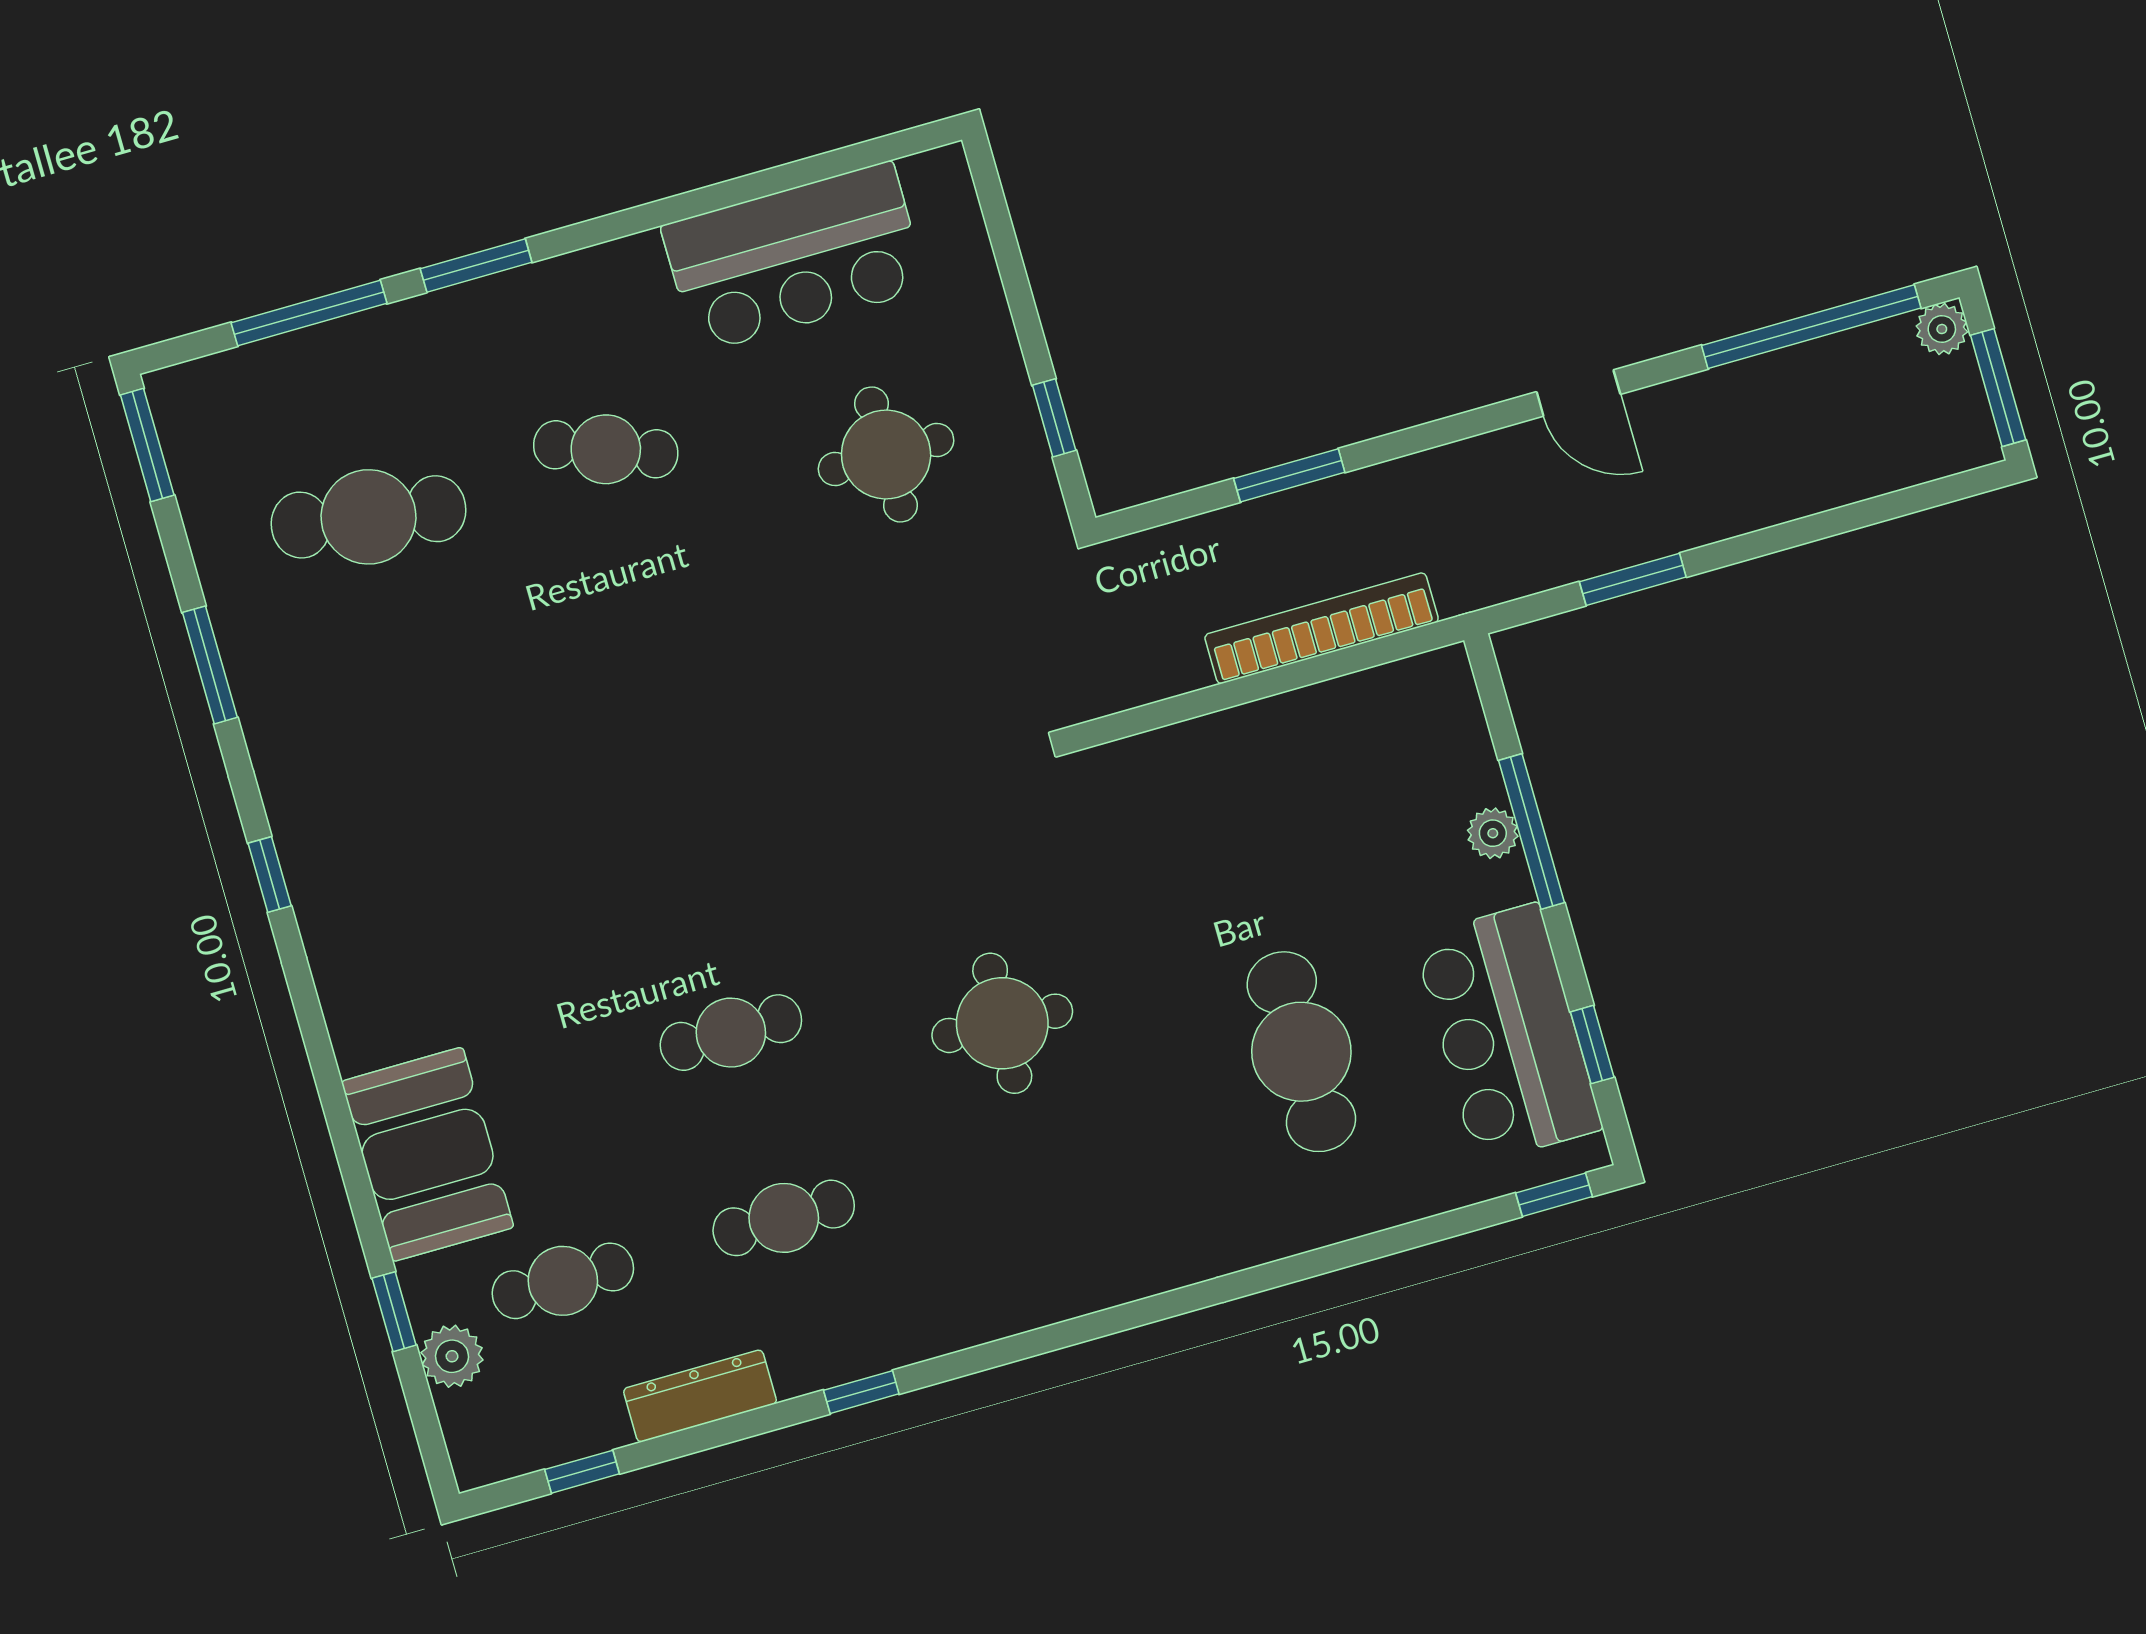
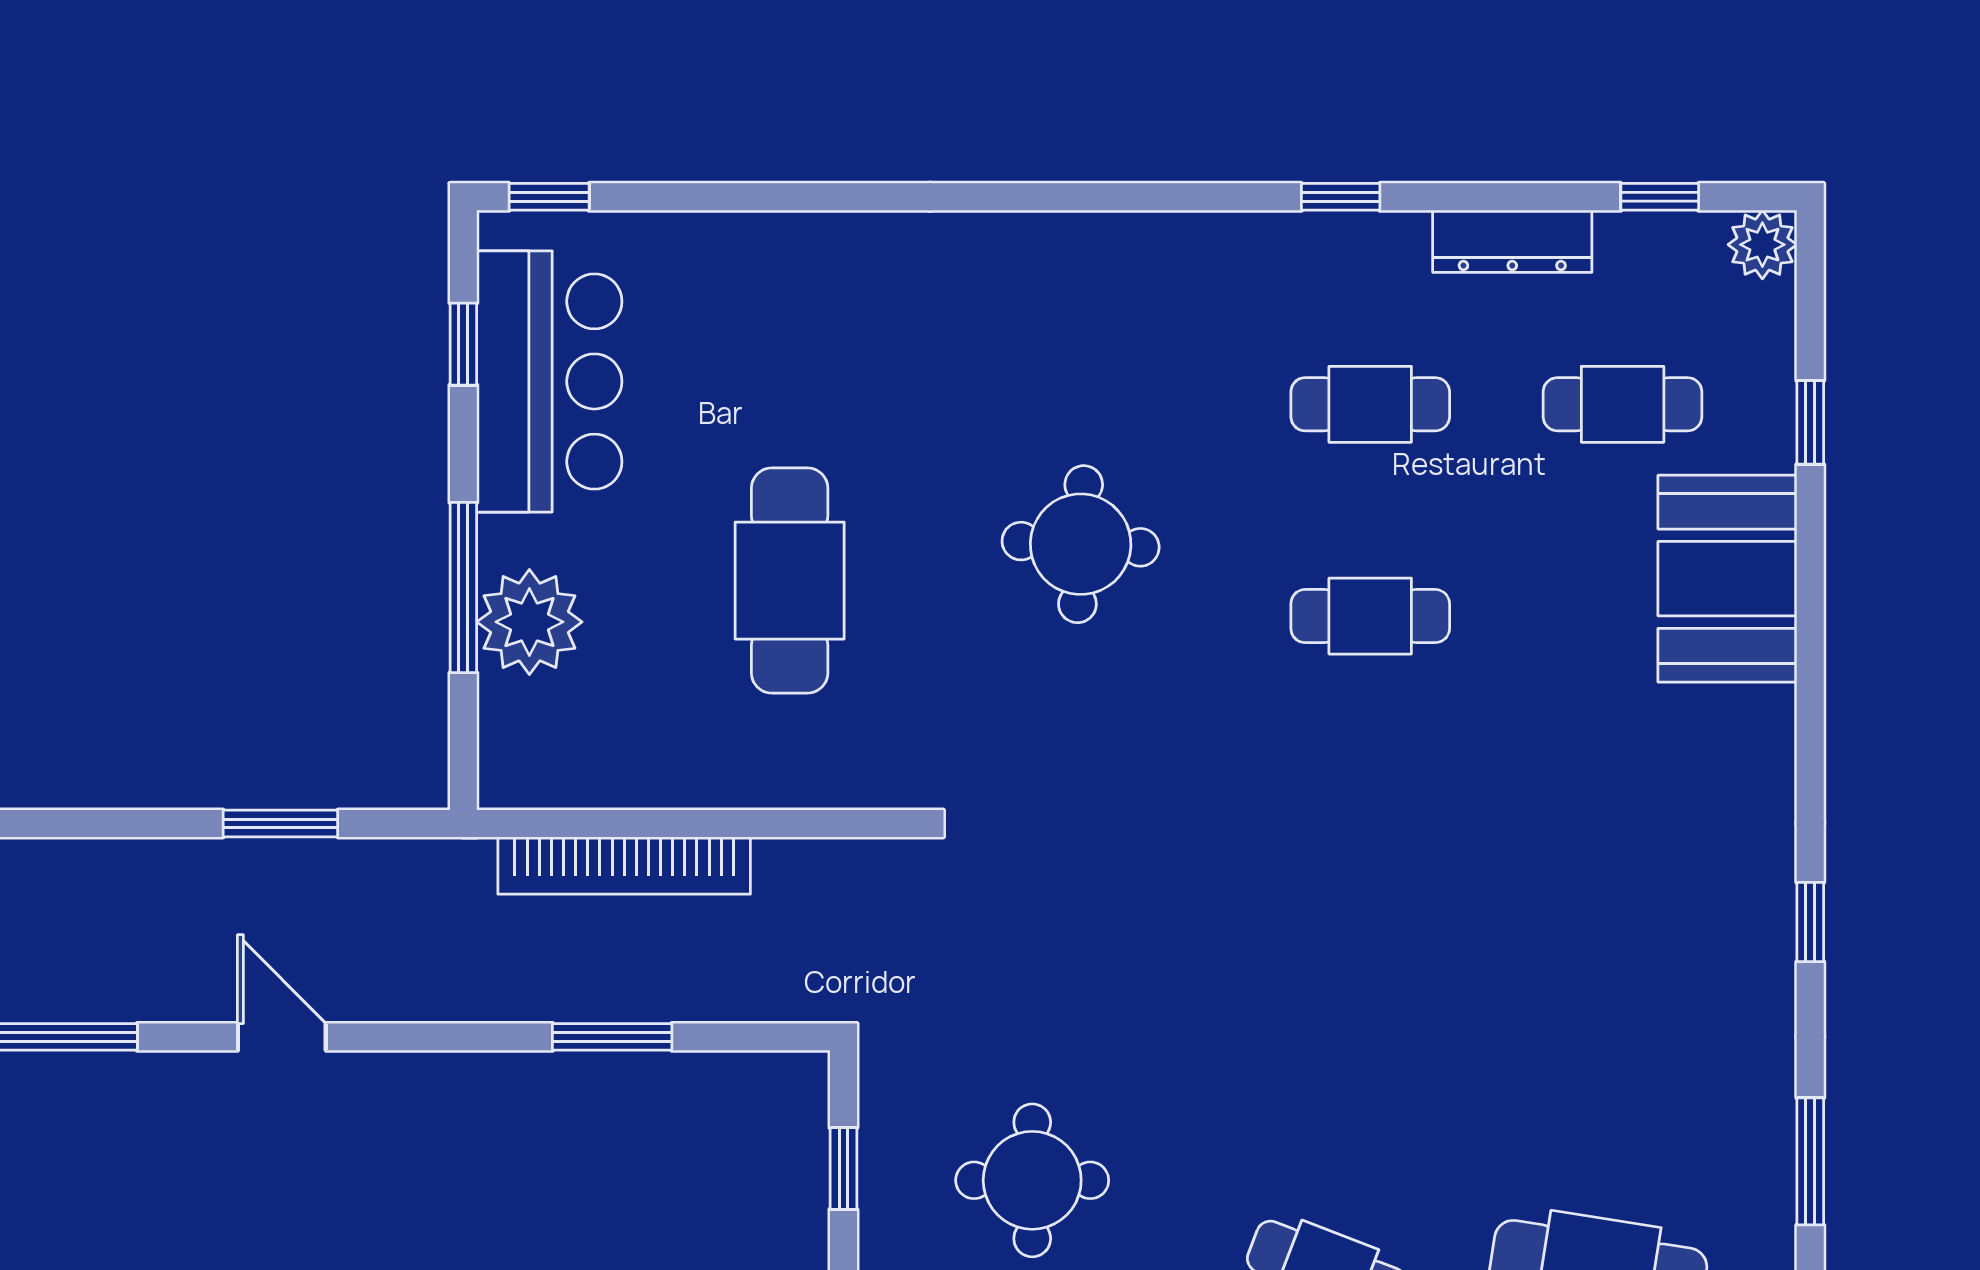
plant: (1493, 833) -> (529, 622), width x1.87, depth x1.87
cafe table: (1301, 1052) -> (790, 581), moved
plant: (452, 1356) -> (1762, 245), moved

